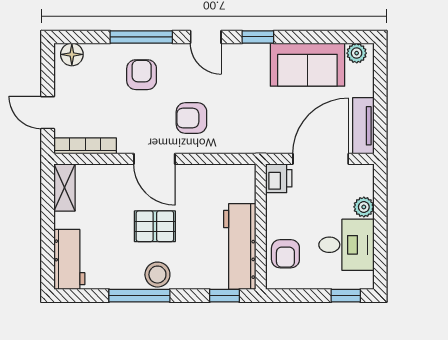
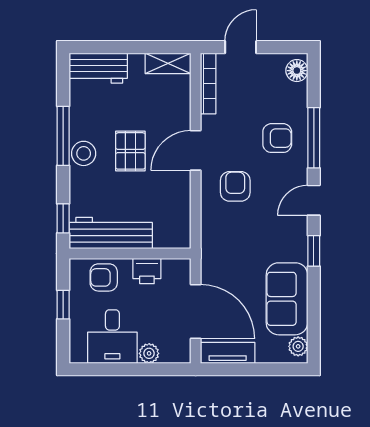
printer: (279, 178) -> (147, 271), moved
window: (346, 296) -> (63, 305), moved

